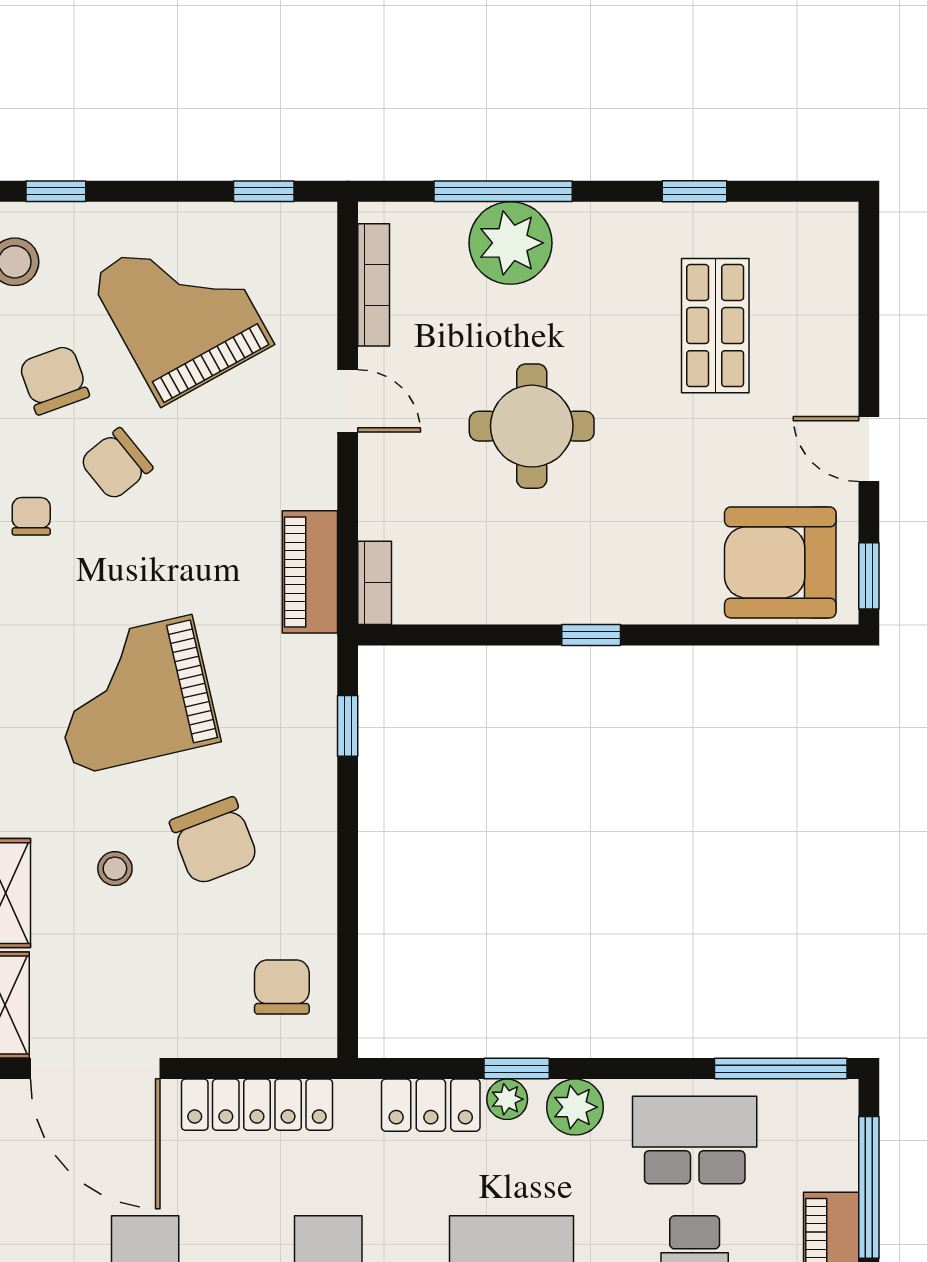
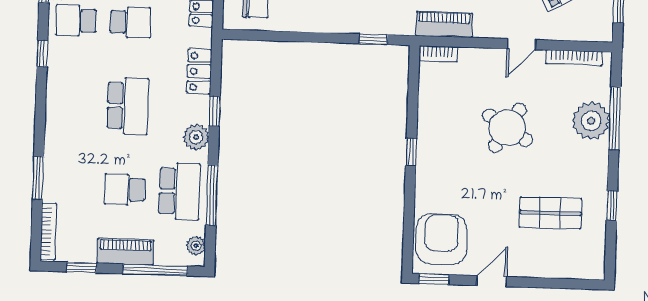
round table: (532, 426) -> (507, 128), turned 32
window: (781, 1069) -> (212, 195), moved
plant: (507, 1099) -> (196, 246), moved

